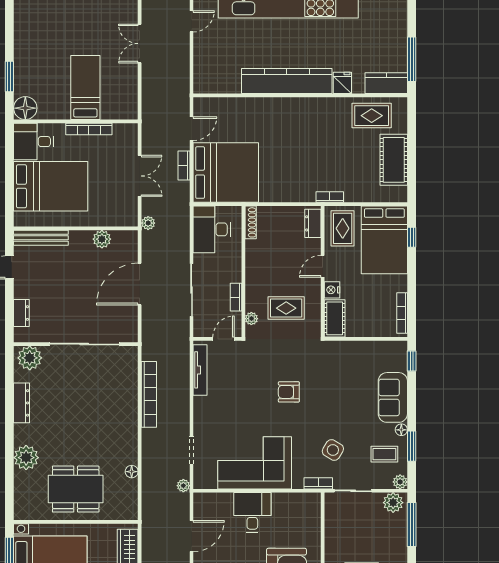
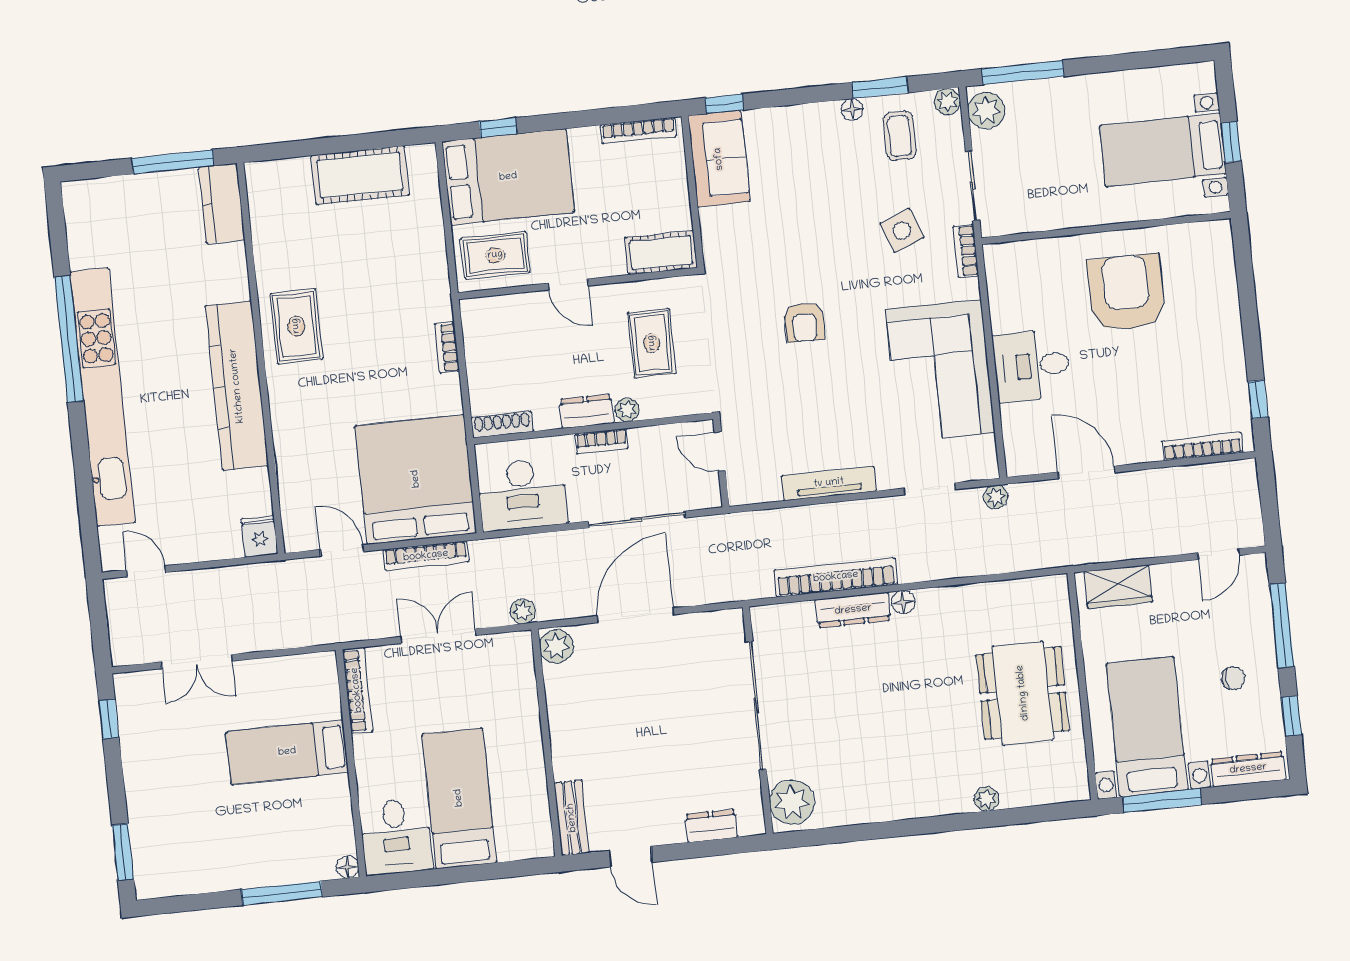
window: (9, 77) -> (282, 893), width x1.44
fridge: (342, 83) -> (259, 536), moved, turned 90
floor lamp: (25, 108) -> (347, 867), width x0.53, depth x0.53
rug: (372, 116) -> (296, 326), moved
bookcase: (89, 129) -> (357, 690), moved
bookcase: (184, 165) -> (426, 556), width x1.56
bed: (51, 186) -> (459, 798), width x0.67
bookcase: (330, 197) -> (447, 348), moved
dresser: (313, 223) -> (586, 411), moved, turned 180
bench: (41, 238) -> (572, 818), width x0.73
plant: (102, 239) -> (556, 646), moved
door: (140, 284) -> (636, 615), swing flipped
nightstand: (332, 290) -> (610, 263), removed
bookcase: (236, 297) -> (601, 441), moved
plant: (251, 319) -> (627, 410), moved
tv unit: (200, 370) -> (829, 483), moved
sofa: (393, 397) -> (719, 159), moved, turned -90
dresser: (22, 403) -> (853, 610), moved, turned 180
side table: (333, 450) -> (902, 231), turned 38
plant: (26, 458) -> (986, 799), width x0.53, depth x0.53
floor lamp: (132, 472) -> (903, 602), moved

